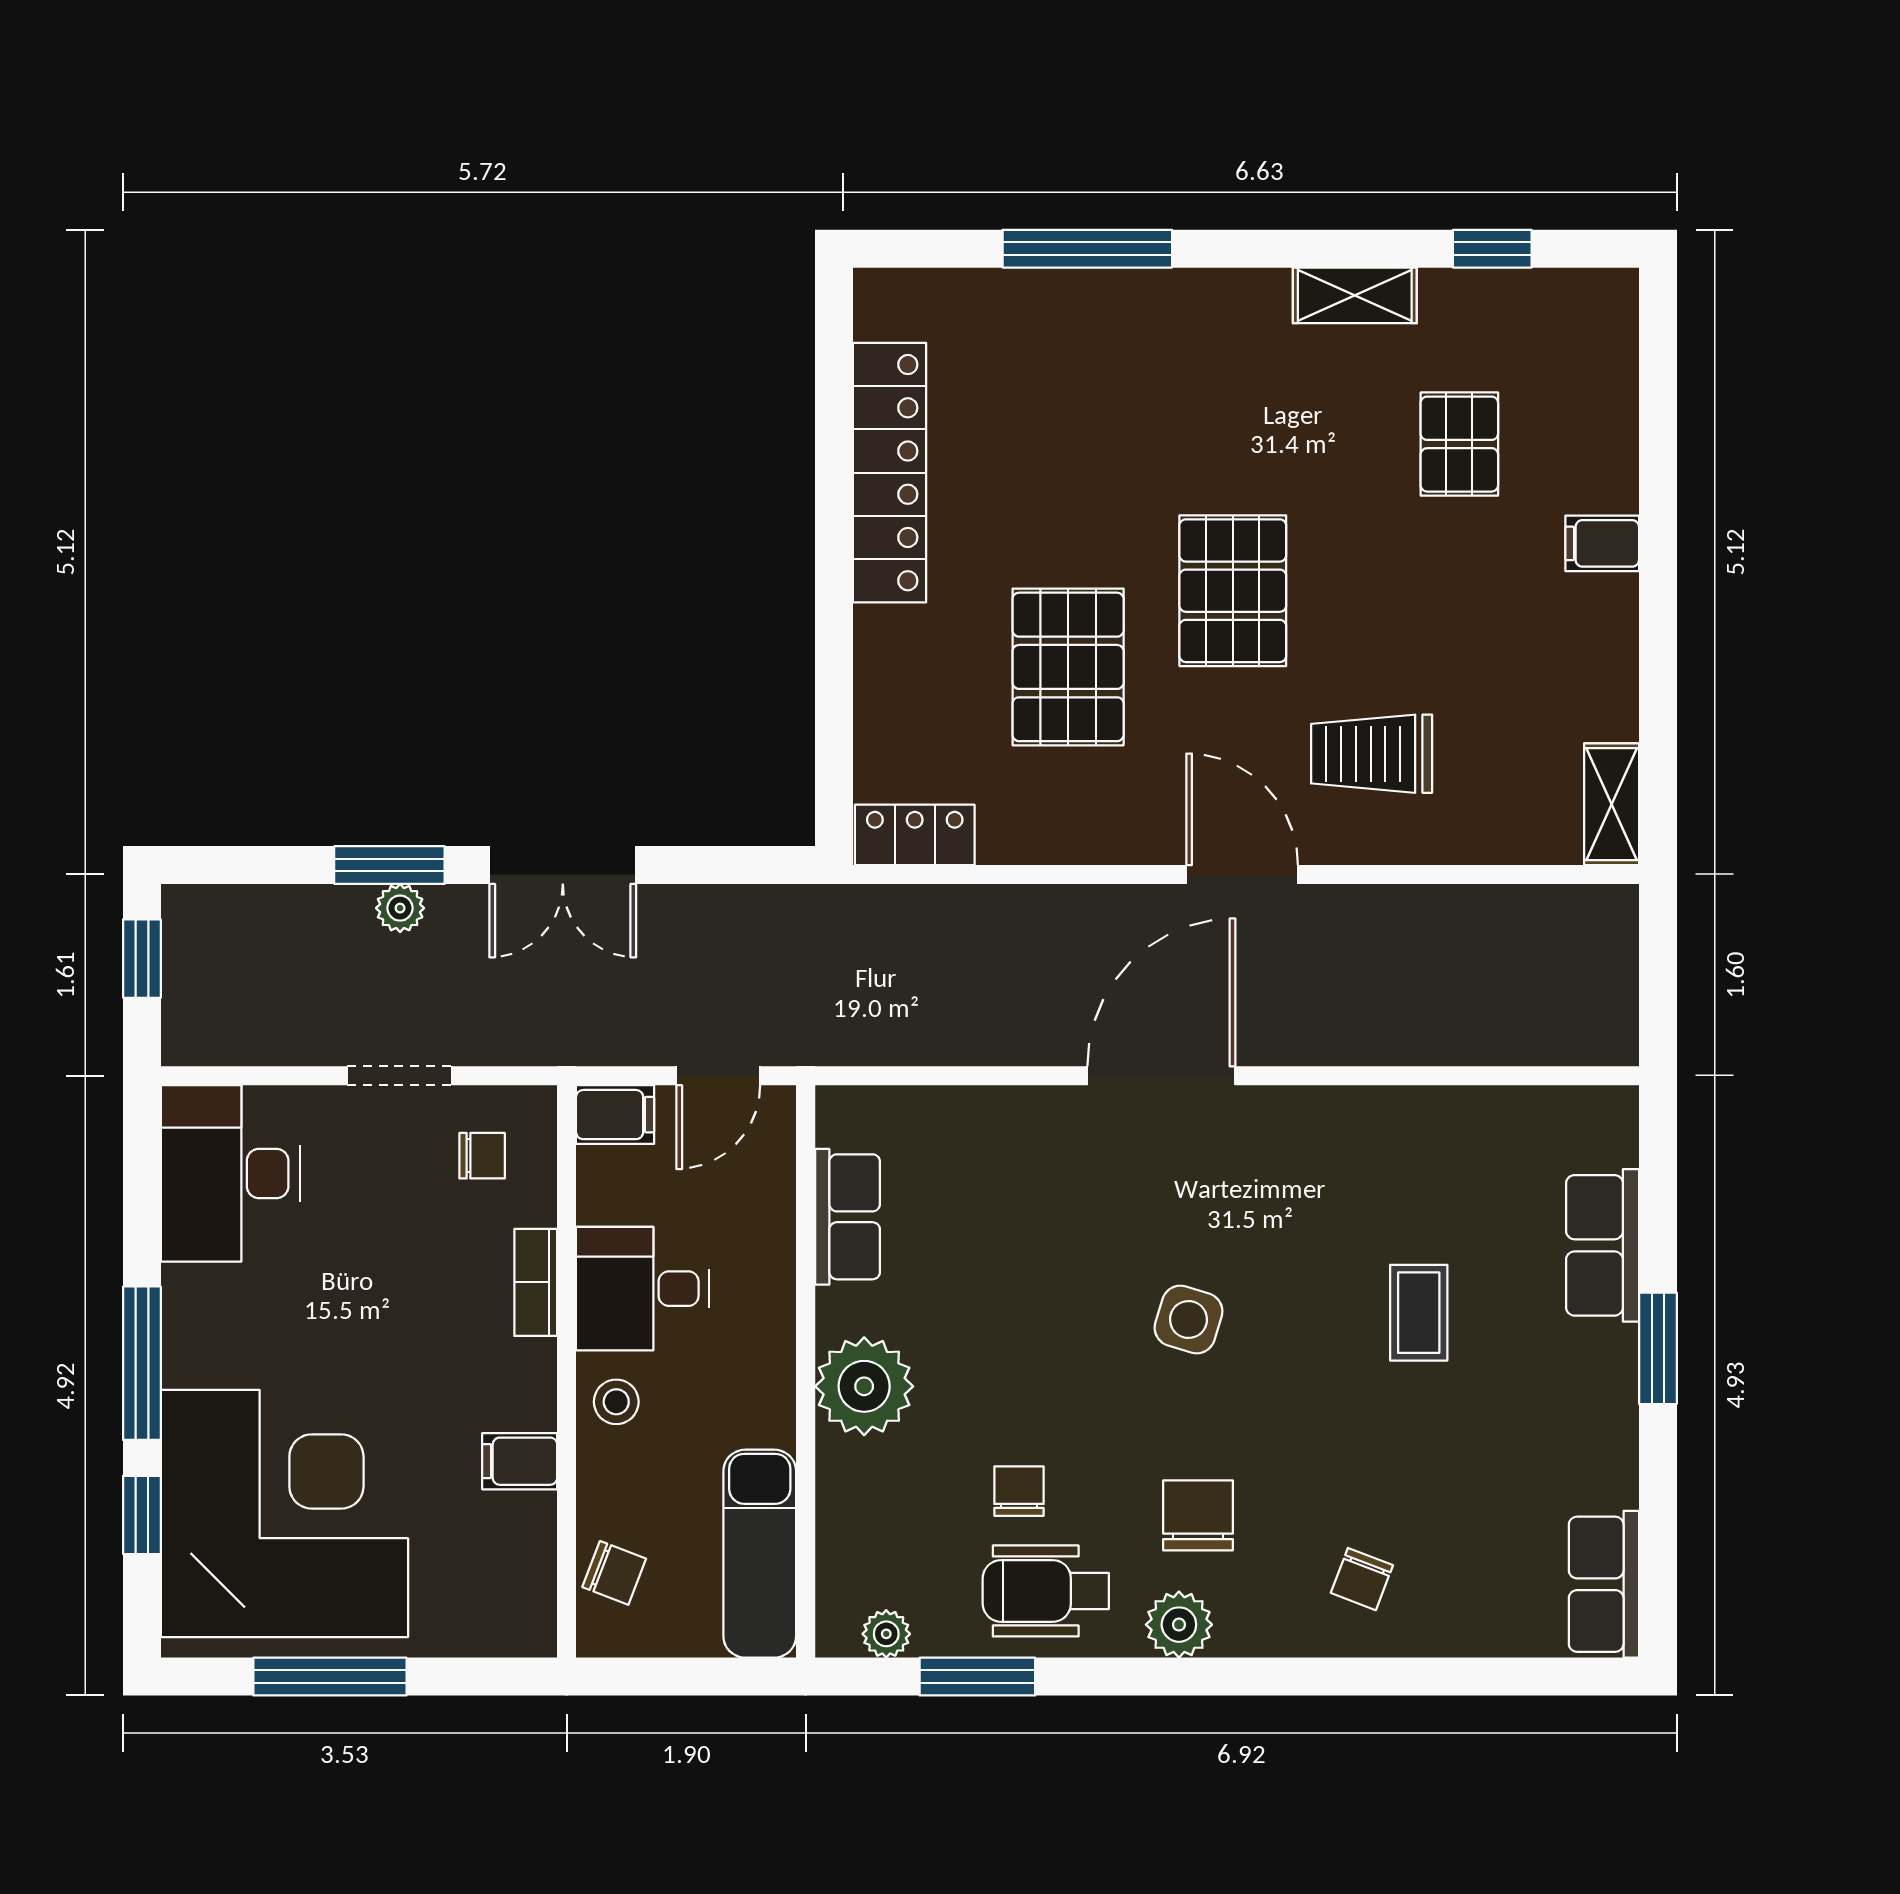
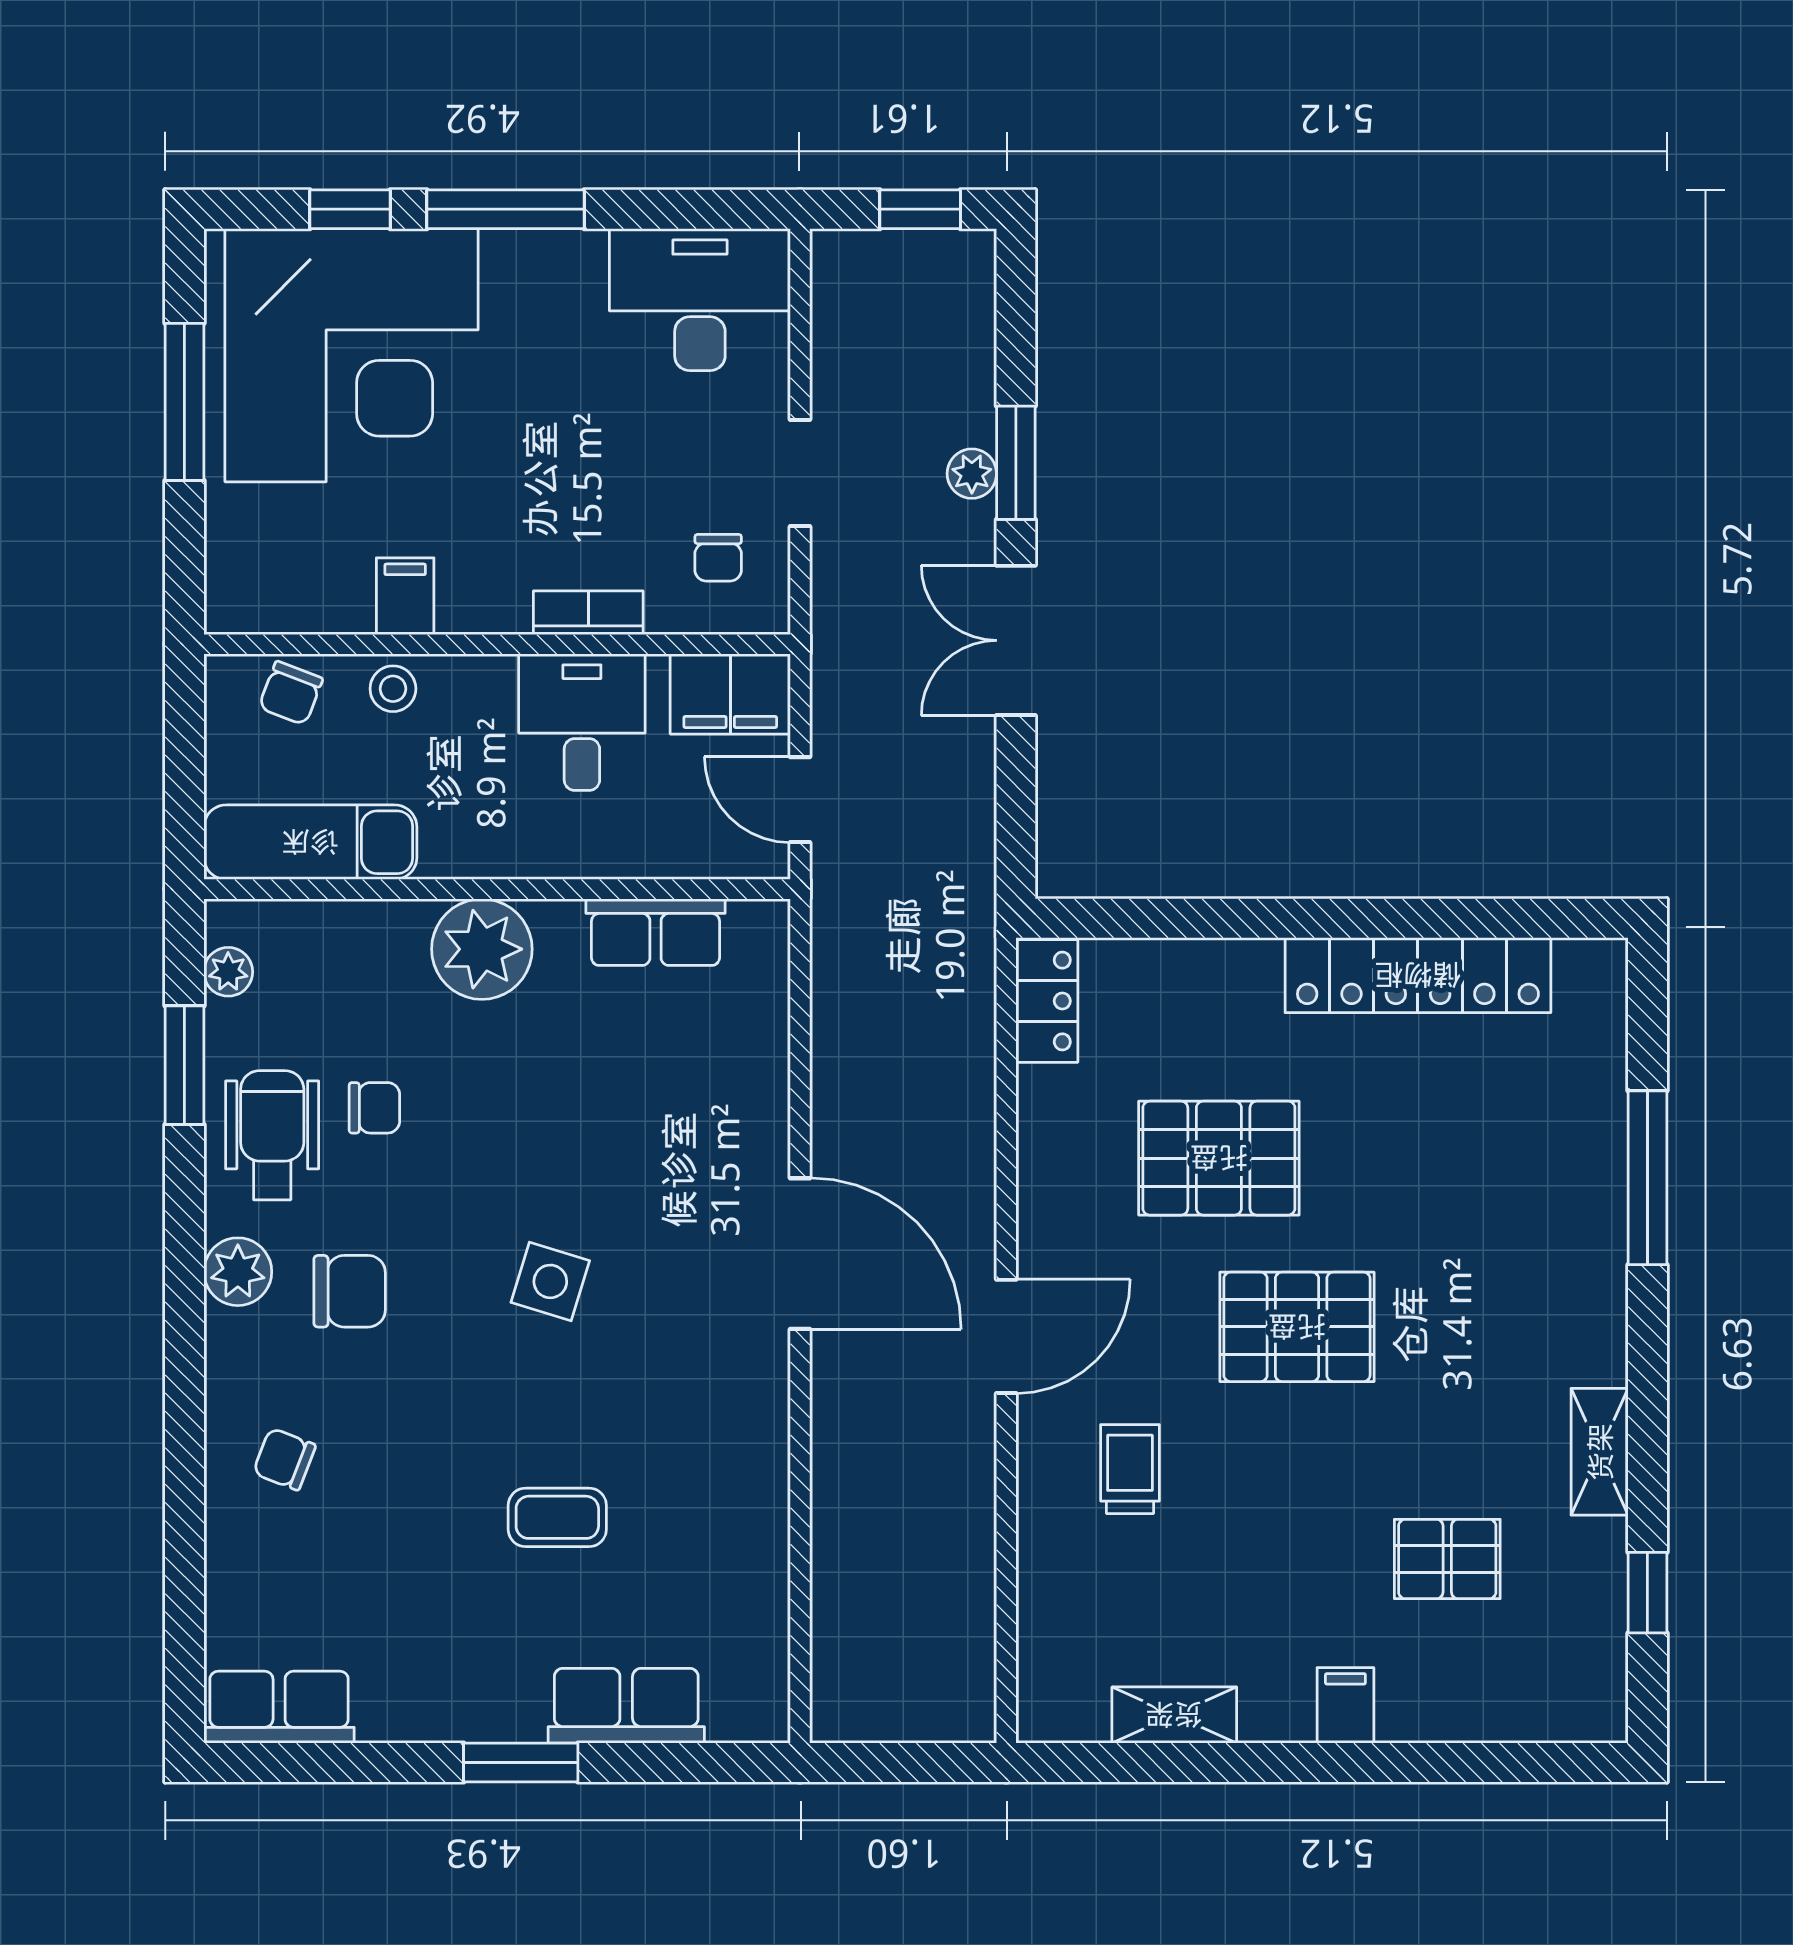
trolley: (1372, 754) -> (1130, 1469), width x0.73, depth x0.72
shelving: (1612, 804) -> (1174, 1715), moved
filing cabinet: (615, 1115) -> (730, 694), width x2.00
stool: (616, 1402) -> (393, 689), moved

